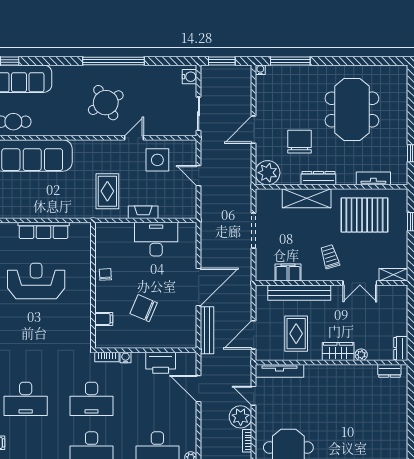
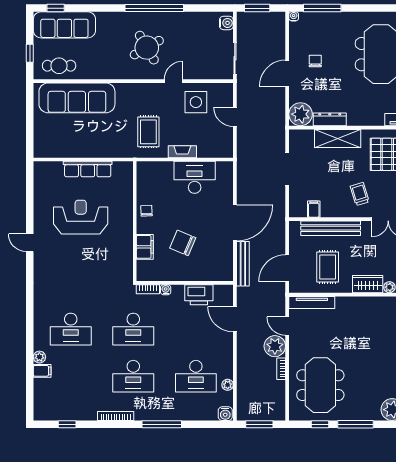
chair: (299, 142) -> (315, 61), moved, width x0.54, depth x0.54
dresser: (318, 178) -> (330, 119), moved
filing cabinet: (288, 273) -> (314, 209), width x0.50
filing cabinet: (104, 319) -> (145, 247), width x2.00

